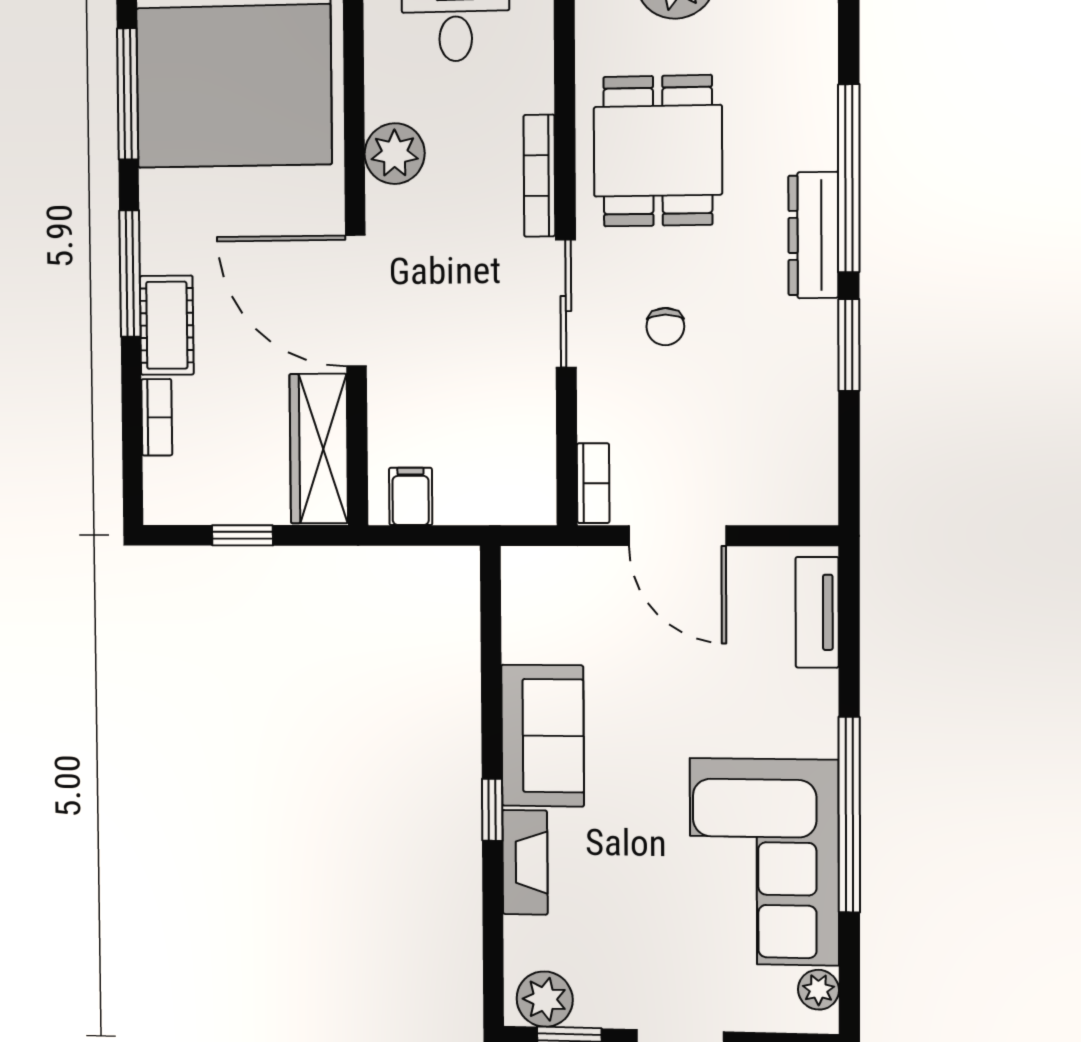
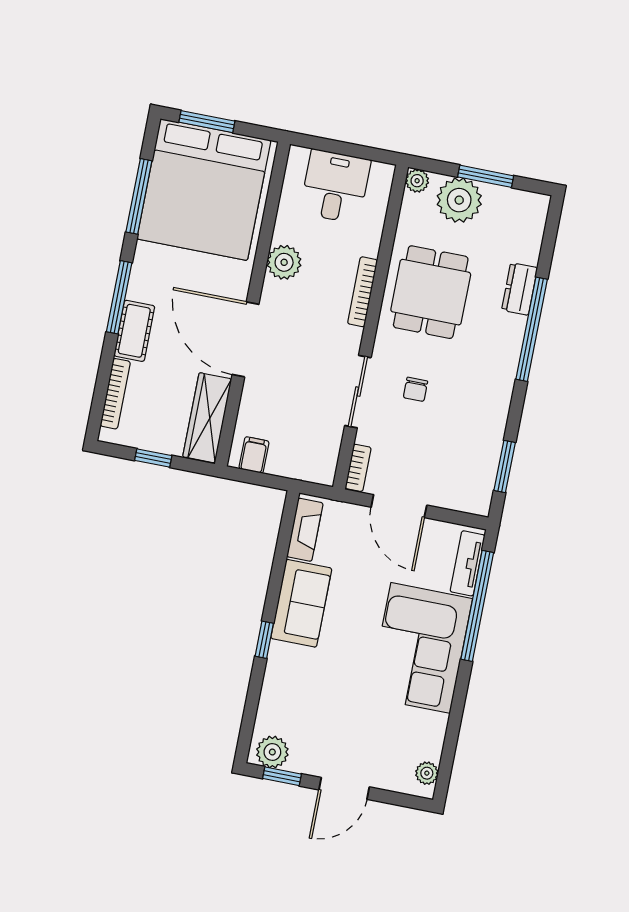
dresser: (813, 235) -> (519, 289), moved, width x0.70
sliding door: (566, 304) -> (358, 392), moved
window: (849, 345) -> (505, 466), moved
bookcase: (157, 417) -> (115, 394), width x1.56
window: (849, 815) -> (477, 606), moved
fireplace: (525, 862) -> (305, 530), moved
corner sofa: (764, 862) -> (420, 648), moved

